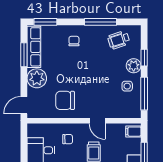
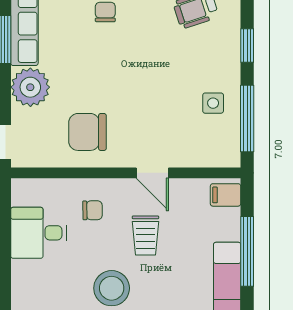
plant: (134, 66) -> (226, 62), removed

